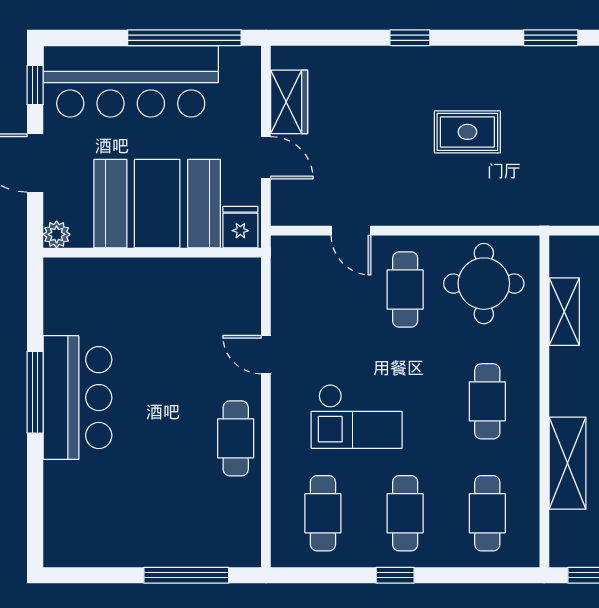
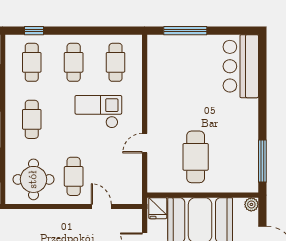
door: (266, 355) -> (145, 143), swing flipped
window: (35, 392) -> (262, 161), moved
bar counter: (77, 398) -> (241, 66), moved
cafe table: (236, 438) -> (196, 157), moved, width x1.37, depth x1.35
window: (395, 575) -> (34, 31), moved

